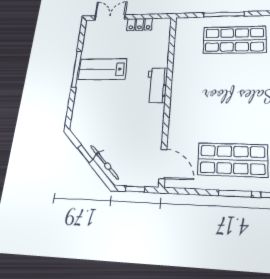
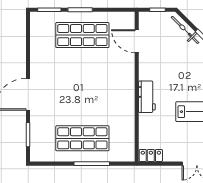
locker: (140, 24) -> (151, 155), moved
door: (163, 164) -> (137, 41), moved

